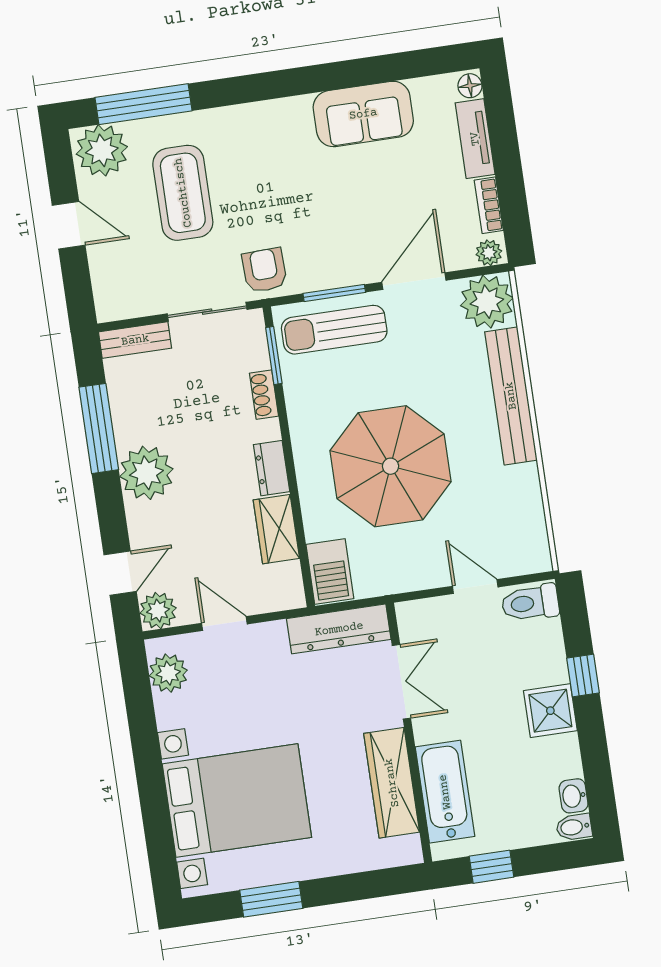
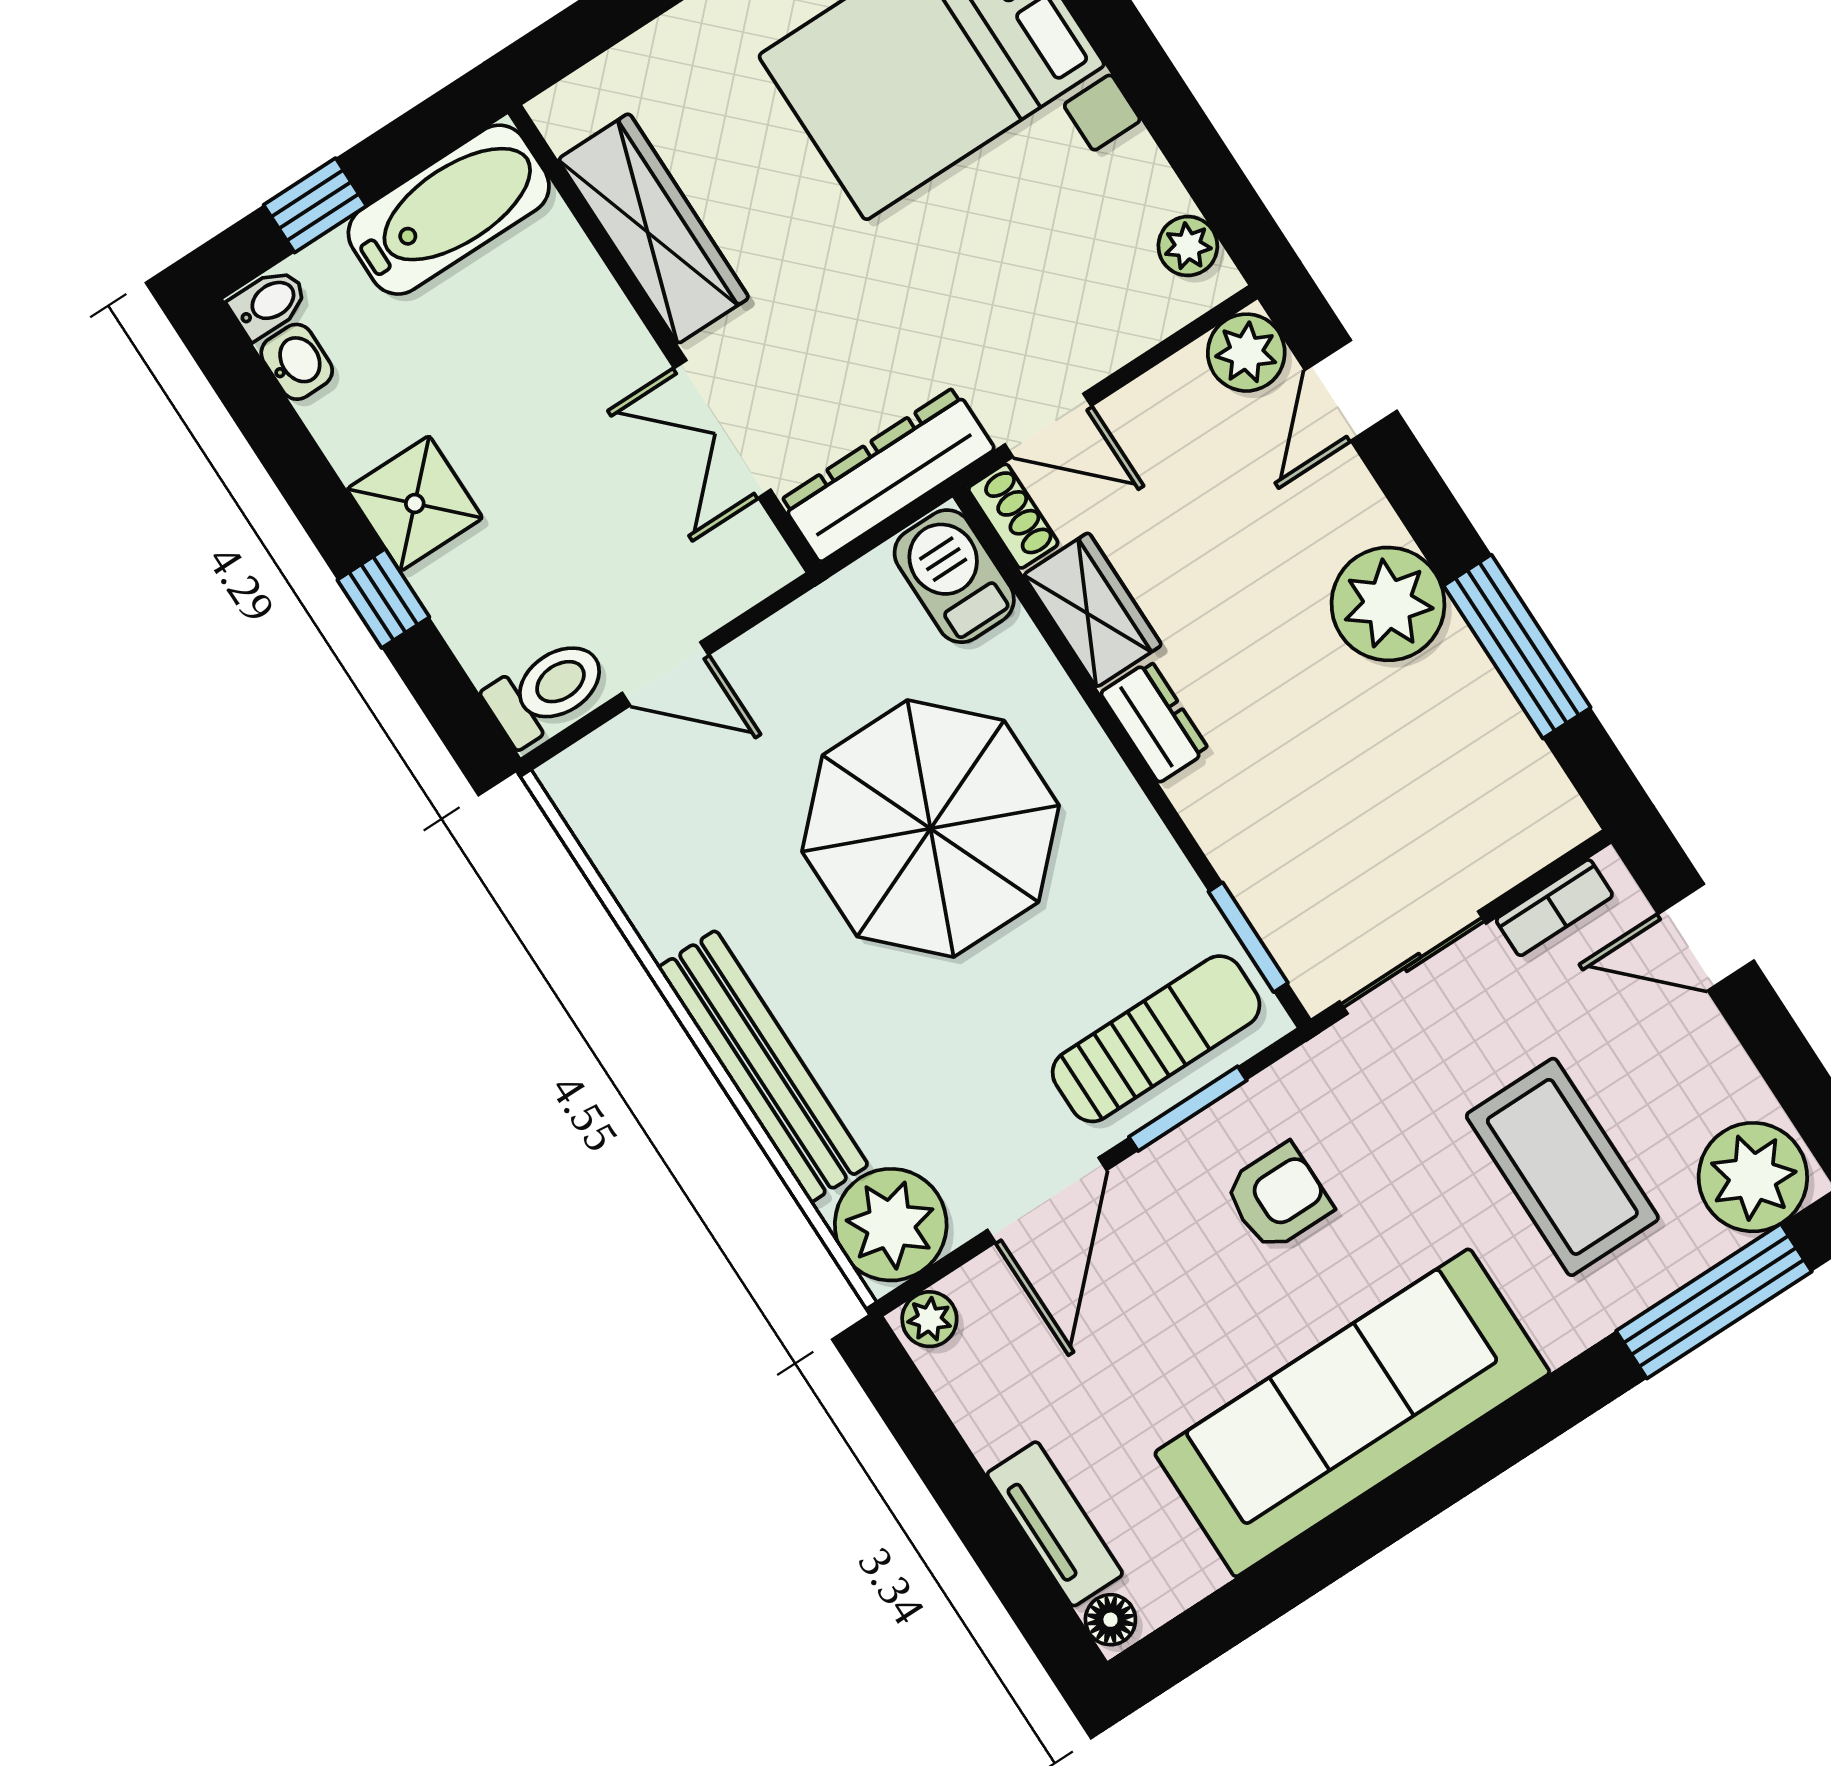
sofa: (363, 114) -> (1352, 1413), width x1.85, depth x1.27
bookcase: (489, 205) -> (1554, 908), moved, turned 90
door: (69, 225) -> (1706, 937), moved
armchair: (264, 270) -> (1278, 1197), moved, turned -88
bench: (135, 340) -> (1525, 846), removed
shoe rack: (264, 395) -> (1013, 516), moved
door: (224, 624) -> (1048, 425), moved
plant: (168, 673) -> (1188, 246), width x0.73, depth x0.73
bathtub: (445, 792) -> (449, 210), moved, turned -90
window: (491, 867) -> (315, 205), moved

